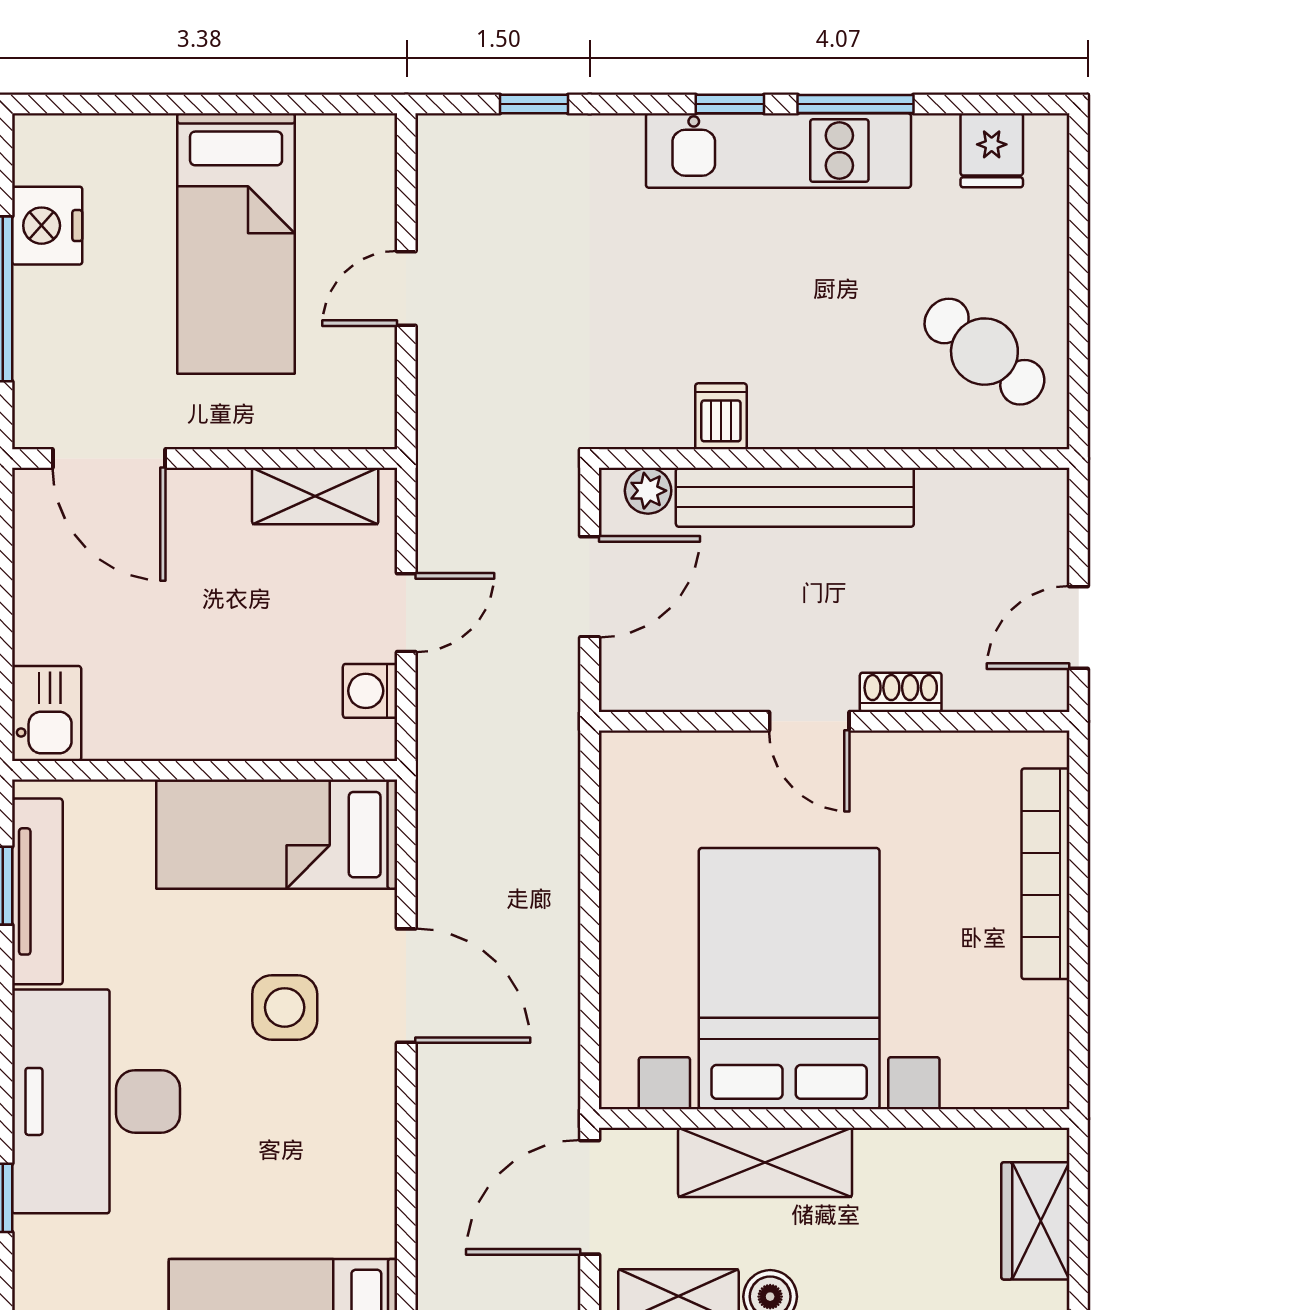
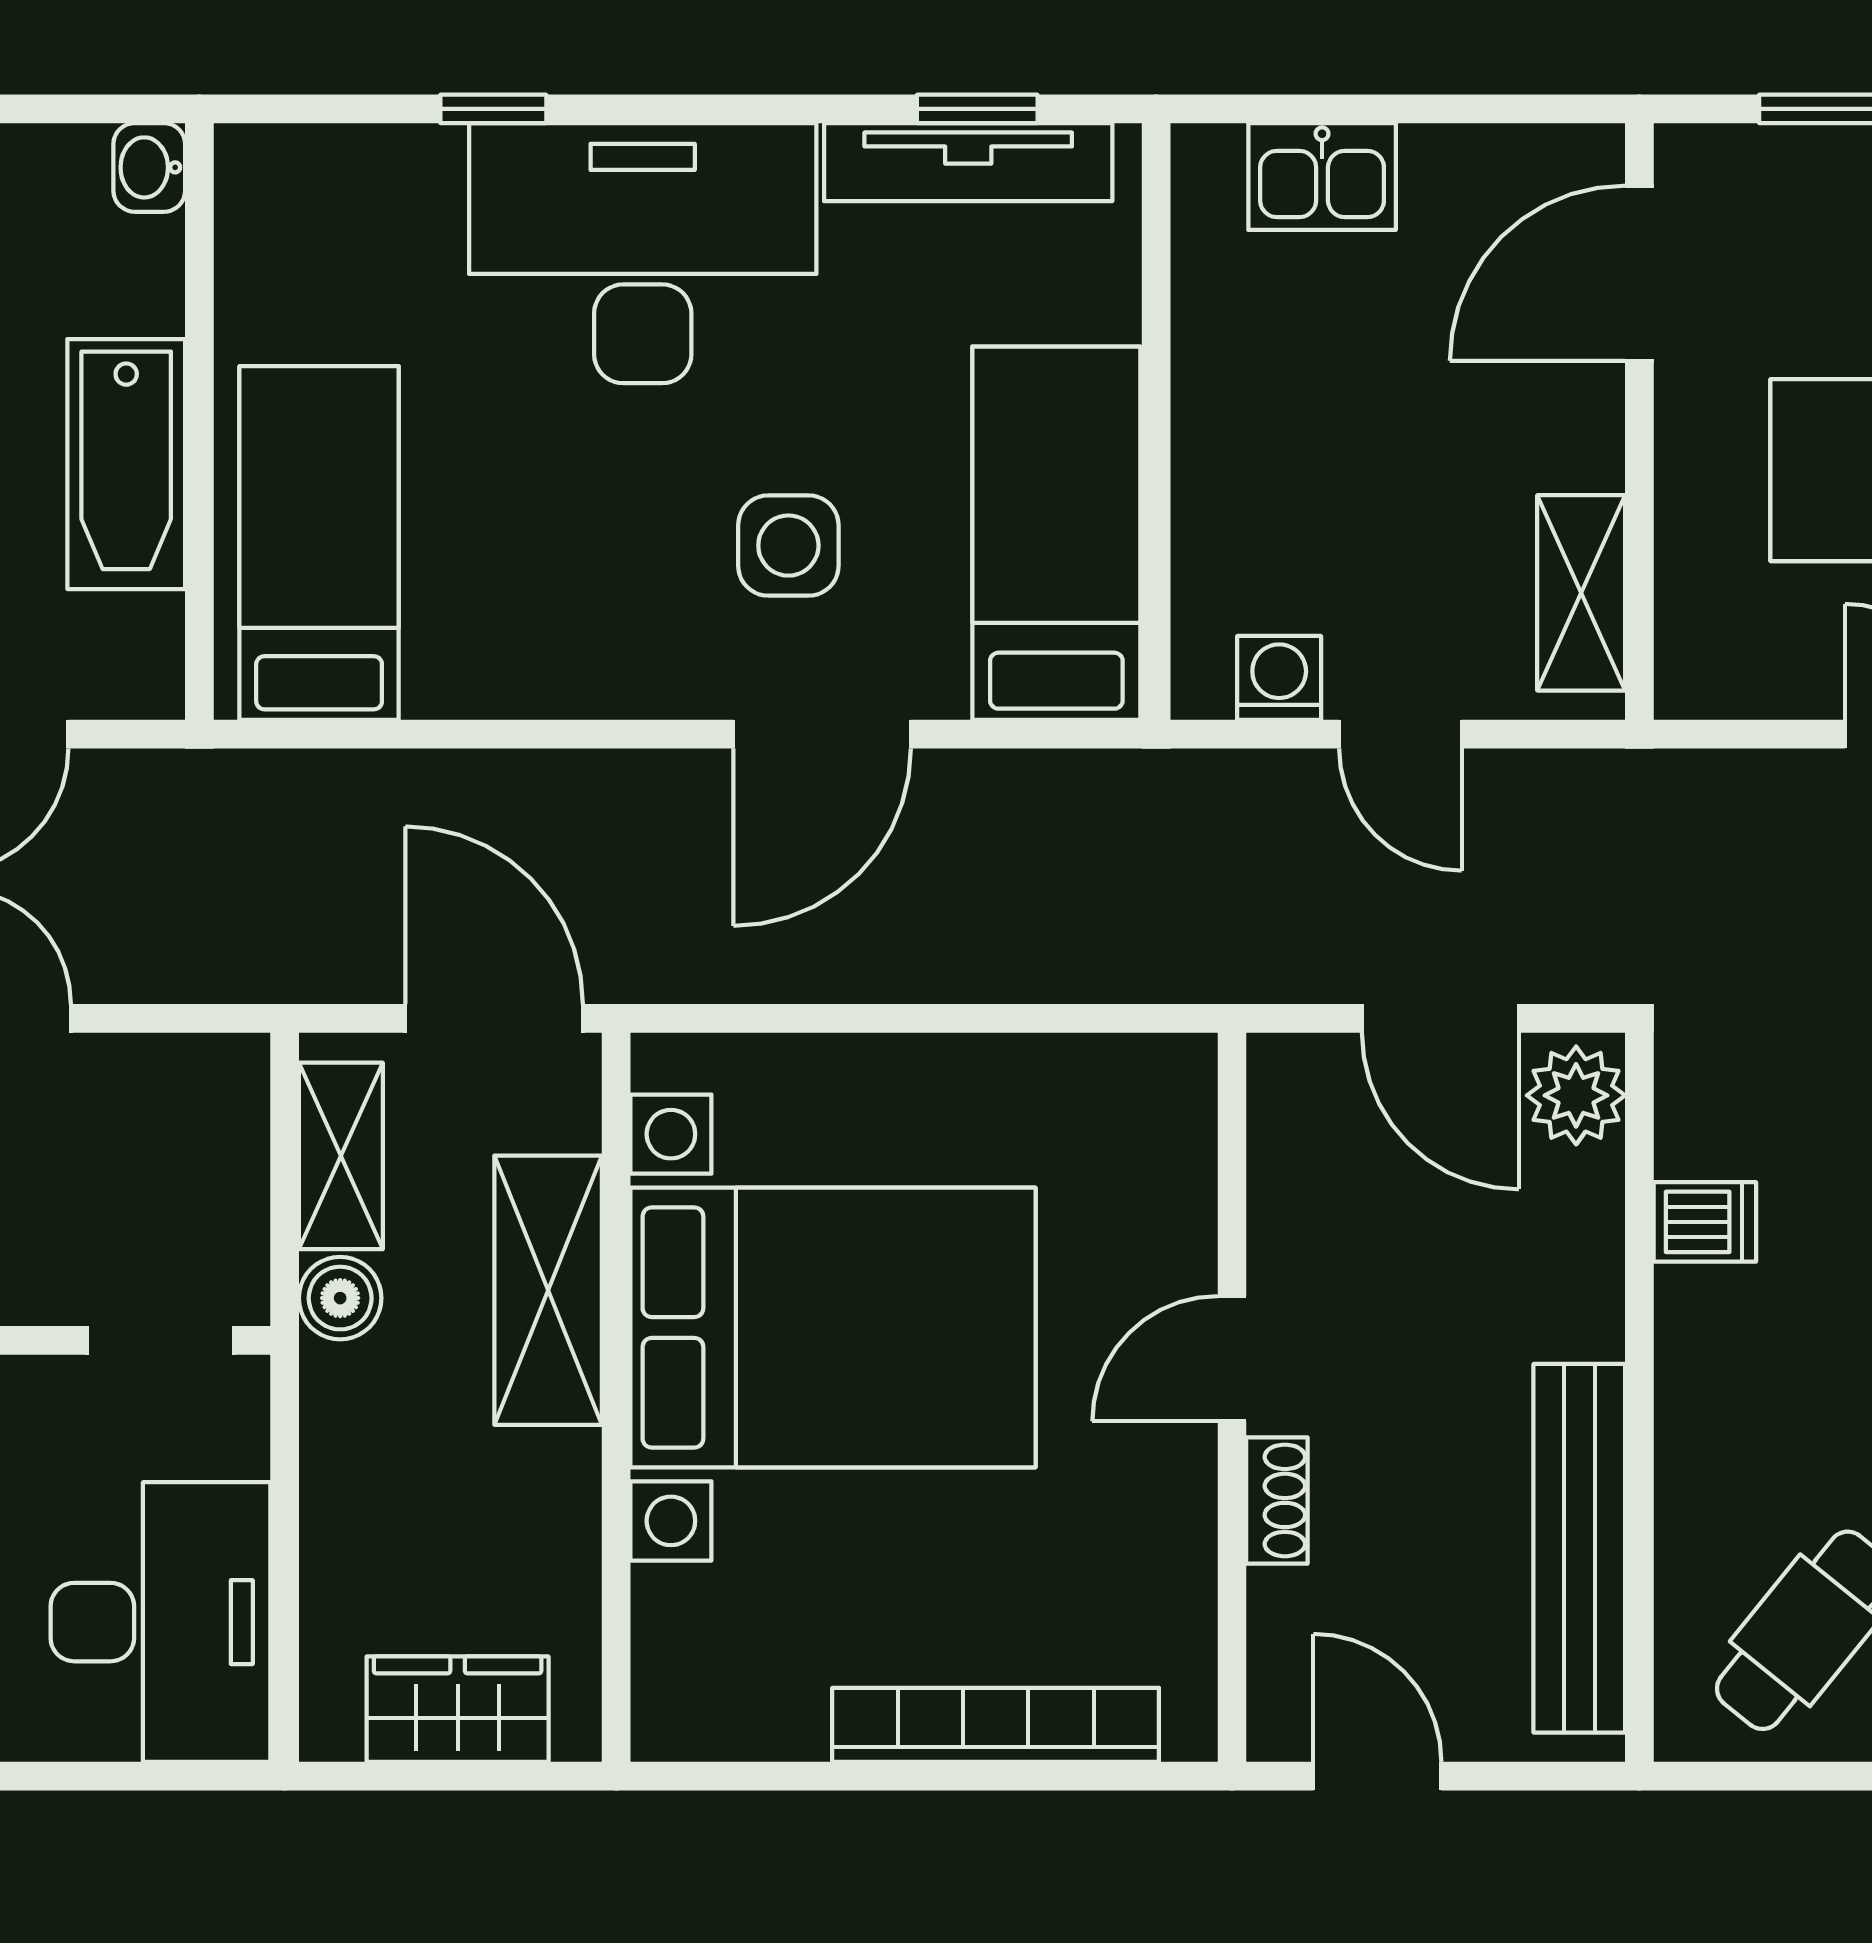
plant: (648, 491) -> (1576, 1095), width x1.38, depth x1.38
bench: (795, 497) -> (1579, 1548), moved
kitchen sink: (47, 713) -> (1322, 176), moved

